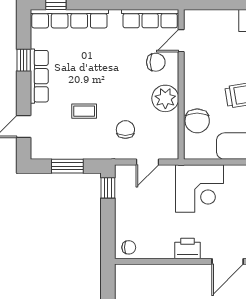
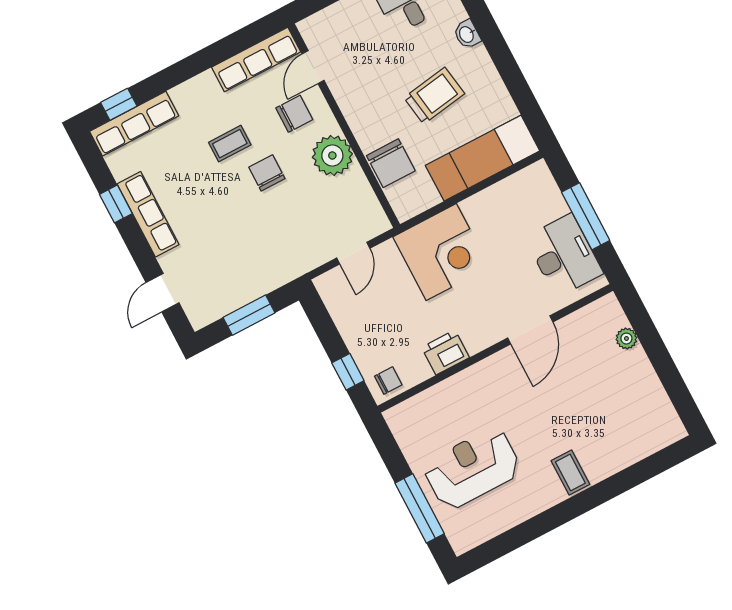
row of seats: (69, 19) -> (134, 124), width x0.73
coffee table: (84, 111) -> (230, 144), moved
chair: (125, 130) -> (267, 173), moved
window: (108, 188) -> (348, 372), moved
printer: (187, 248) -> (445, 352), moved

